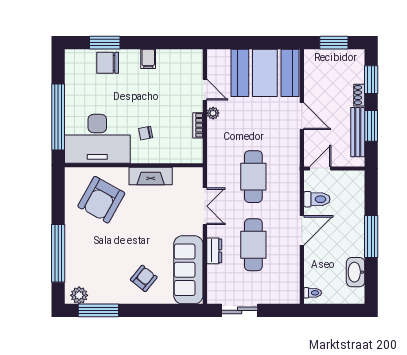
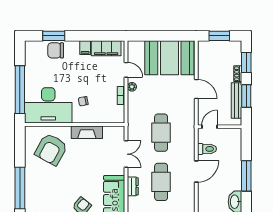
filing cabinet: (177, 60) -> (106, 48), added

